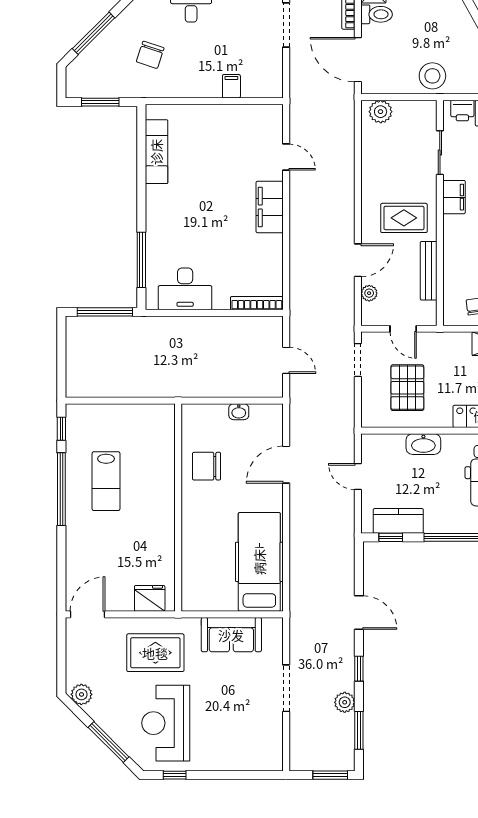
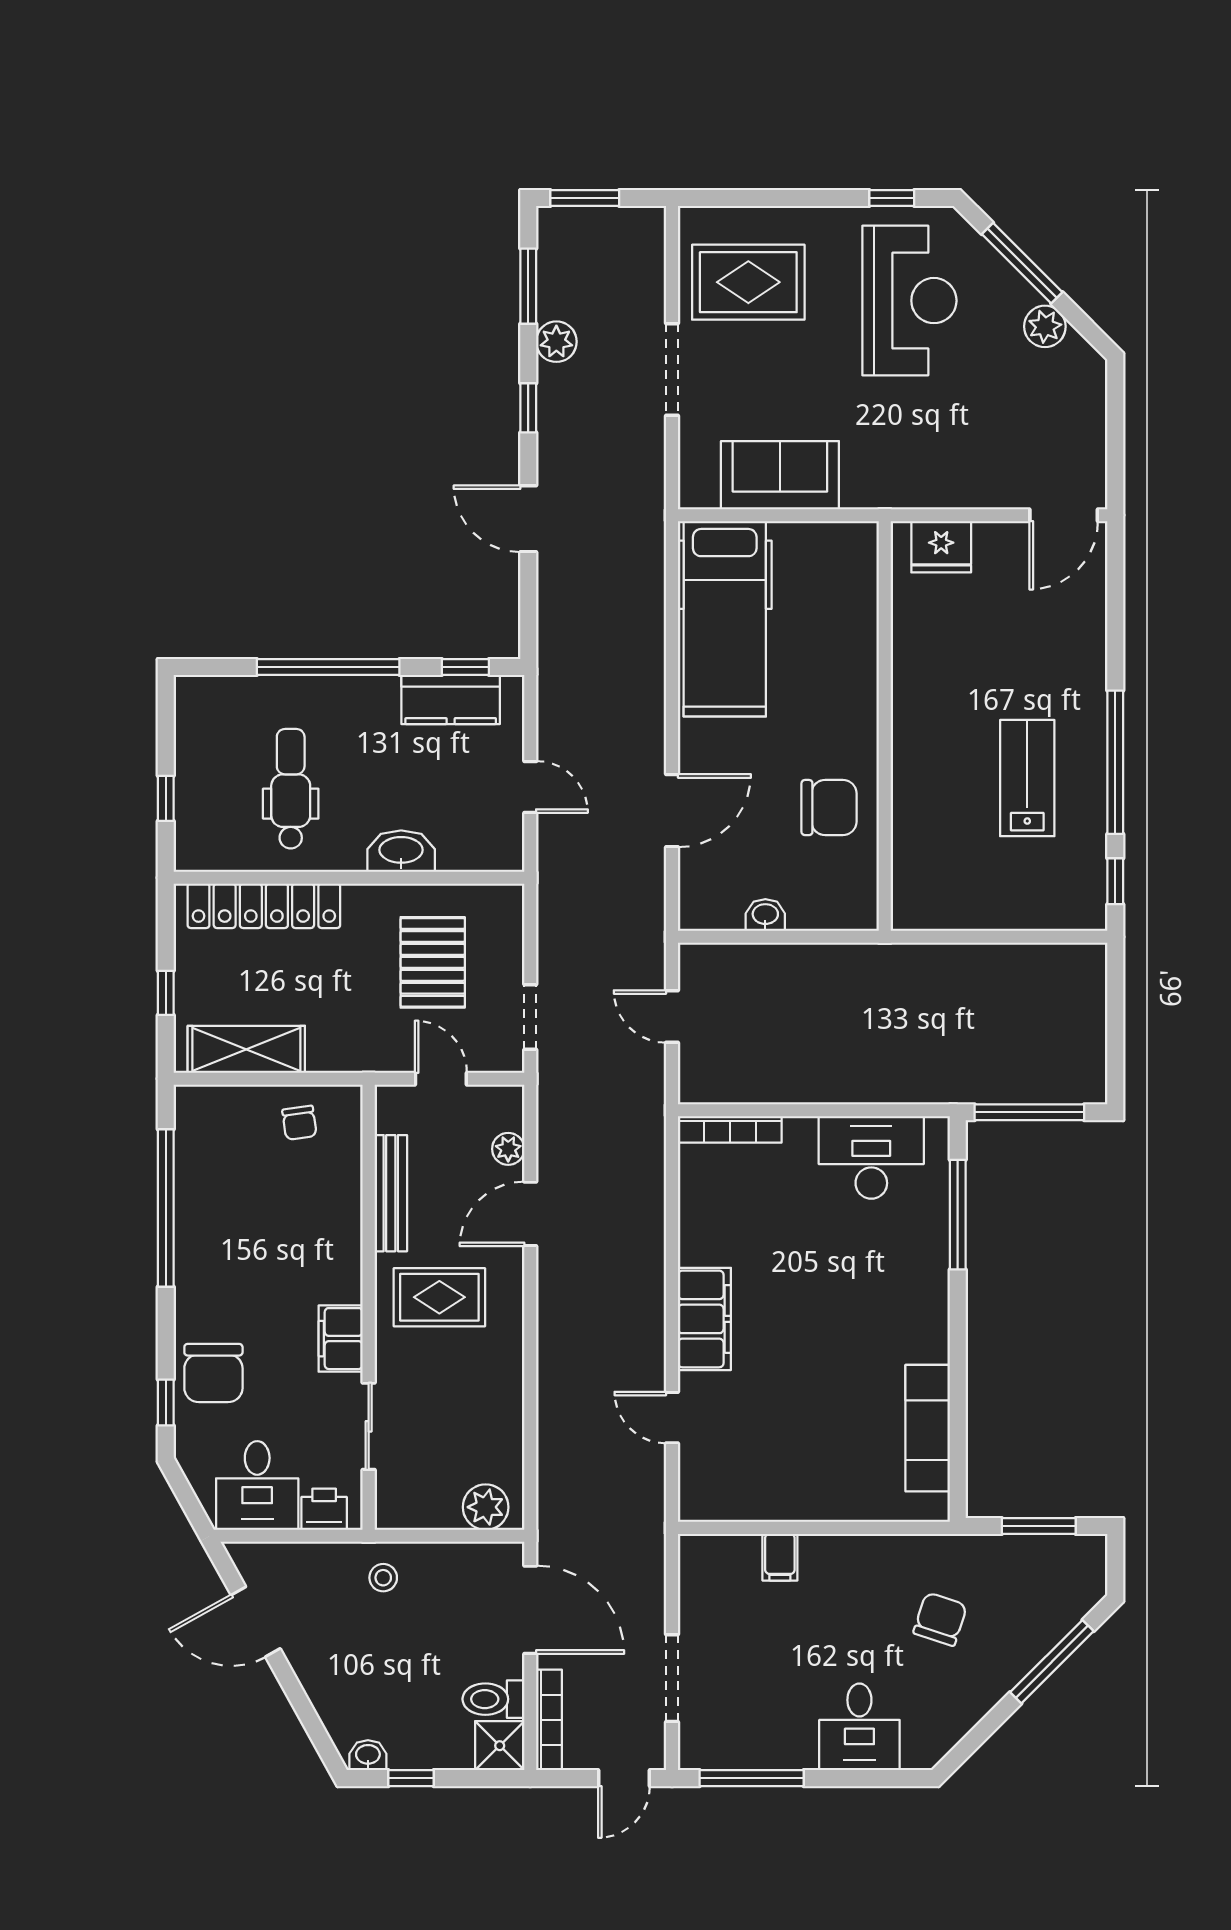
stool: (432, 76) -> (383, 1578), width x0.53, depth x0.53
rug: (155, 653) -> (748, 282), moved
plant: (81, 694) -> (1045, 326), moved

